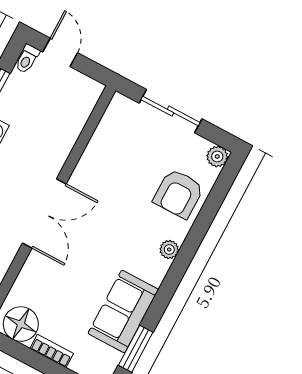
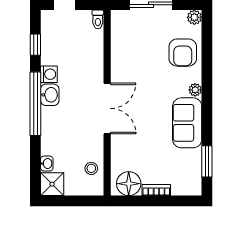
toilet: (27, 59) -> (98, 19), moved
sofa: (123, 311) -> (187, 123), moved

